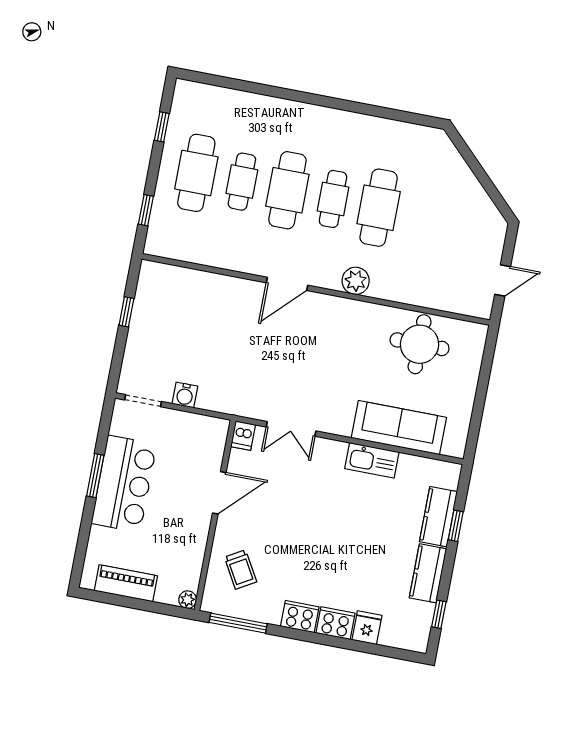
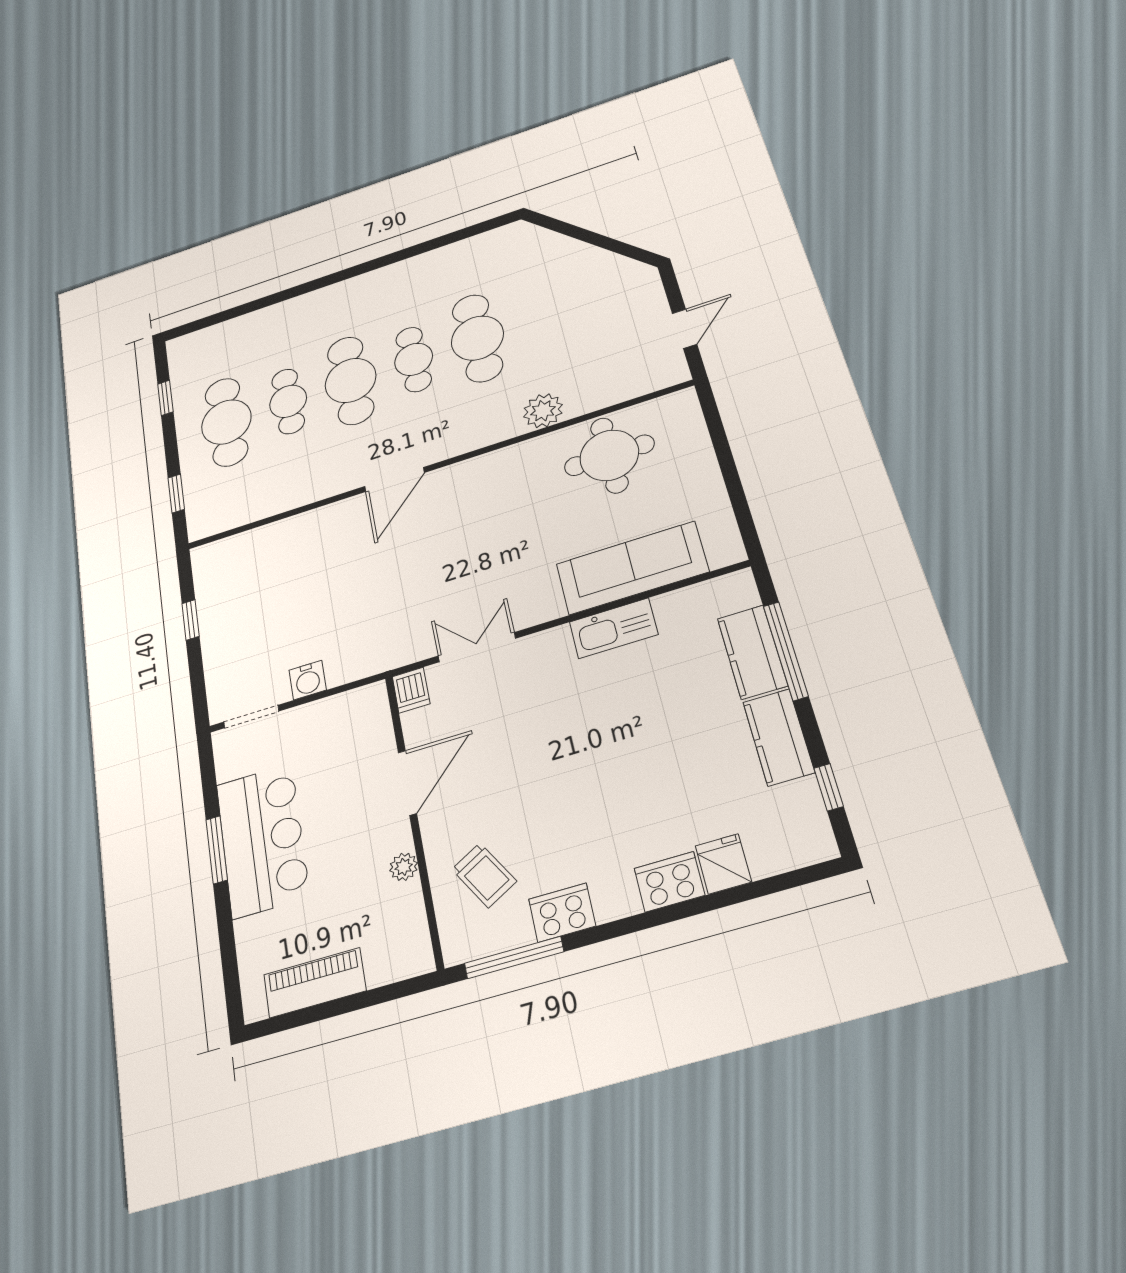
plant: (356, 281) -> (543, 411), moved
double door: (291, 429) -> (477, 647), swing flipped
window: (456, 526) -> (786, 651), width x2.17
plant: (188, 600) -> (404, 867), moved
cooker: (300, 617) -> (562, 913), moved

